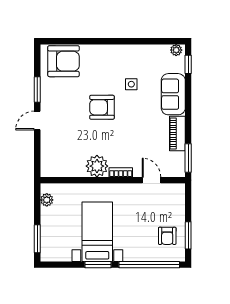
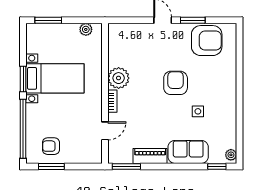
armchair: (64, 61) -> (207, 41), moved, turned -90

